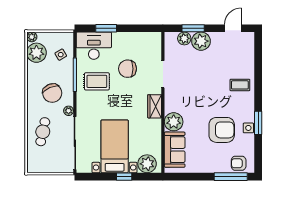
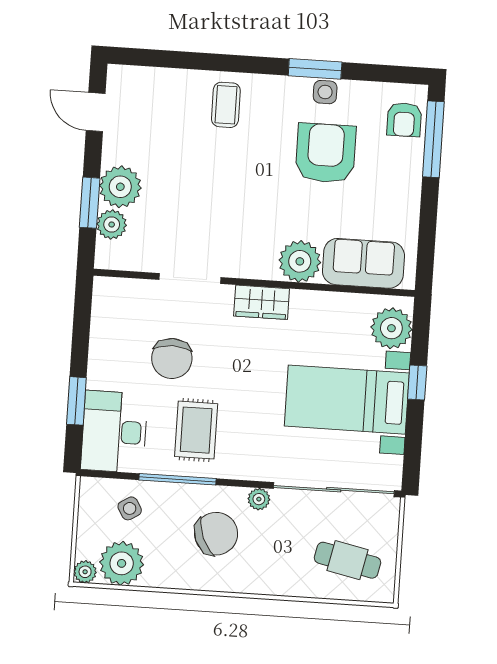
cafe table: (43, 132) -> (347, 560), moved

